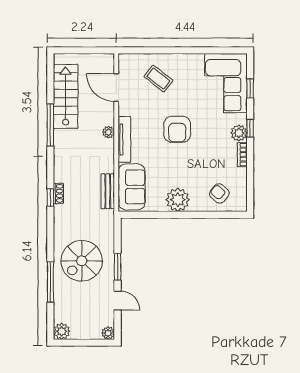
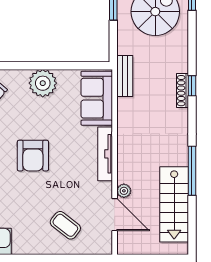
armchair: (177, 129) -> (33, 156), moved, turned 180
plant: (108, 132) -> (124, 191), moved
bench: (108, 191) -> (125, 76), moved
shoe rack: (58, 193) -> (183, 91), width x1.43

